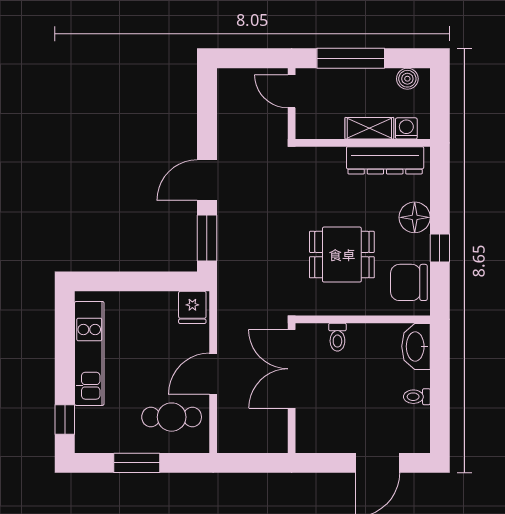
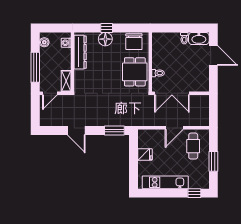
shelving: (369, 128) -> (66, 81), moved
door: (207, 180) -> (76, 130), moved
window: (440, 248) -> (107, 28), moved
dining table: (342, 255) -> (135, 72), moved
fridge: (192, 307) -> (145, 155), moved
washbasin: (416, 346) -> (199, 38), moved
door: (213, 374) -> (174, 128), hinge flipped

